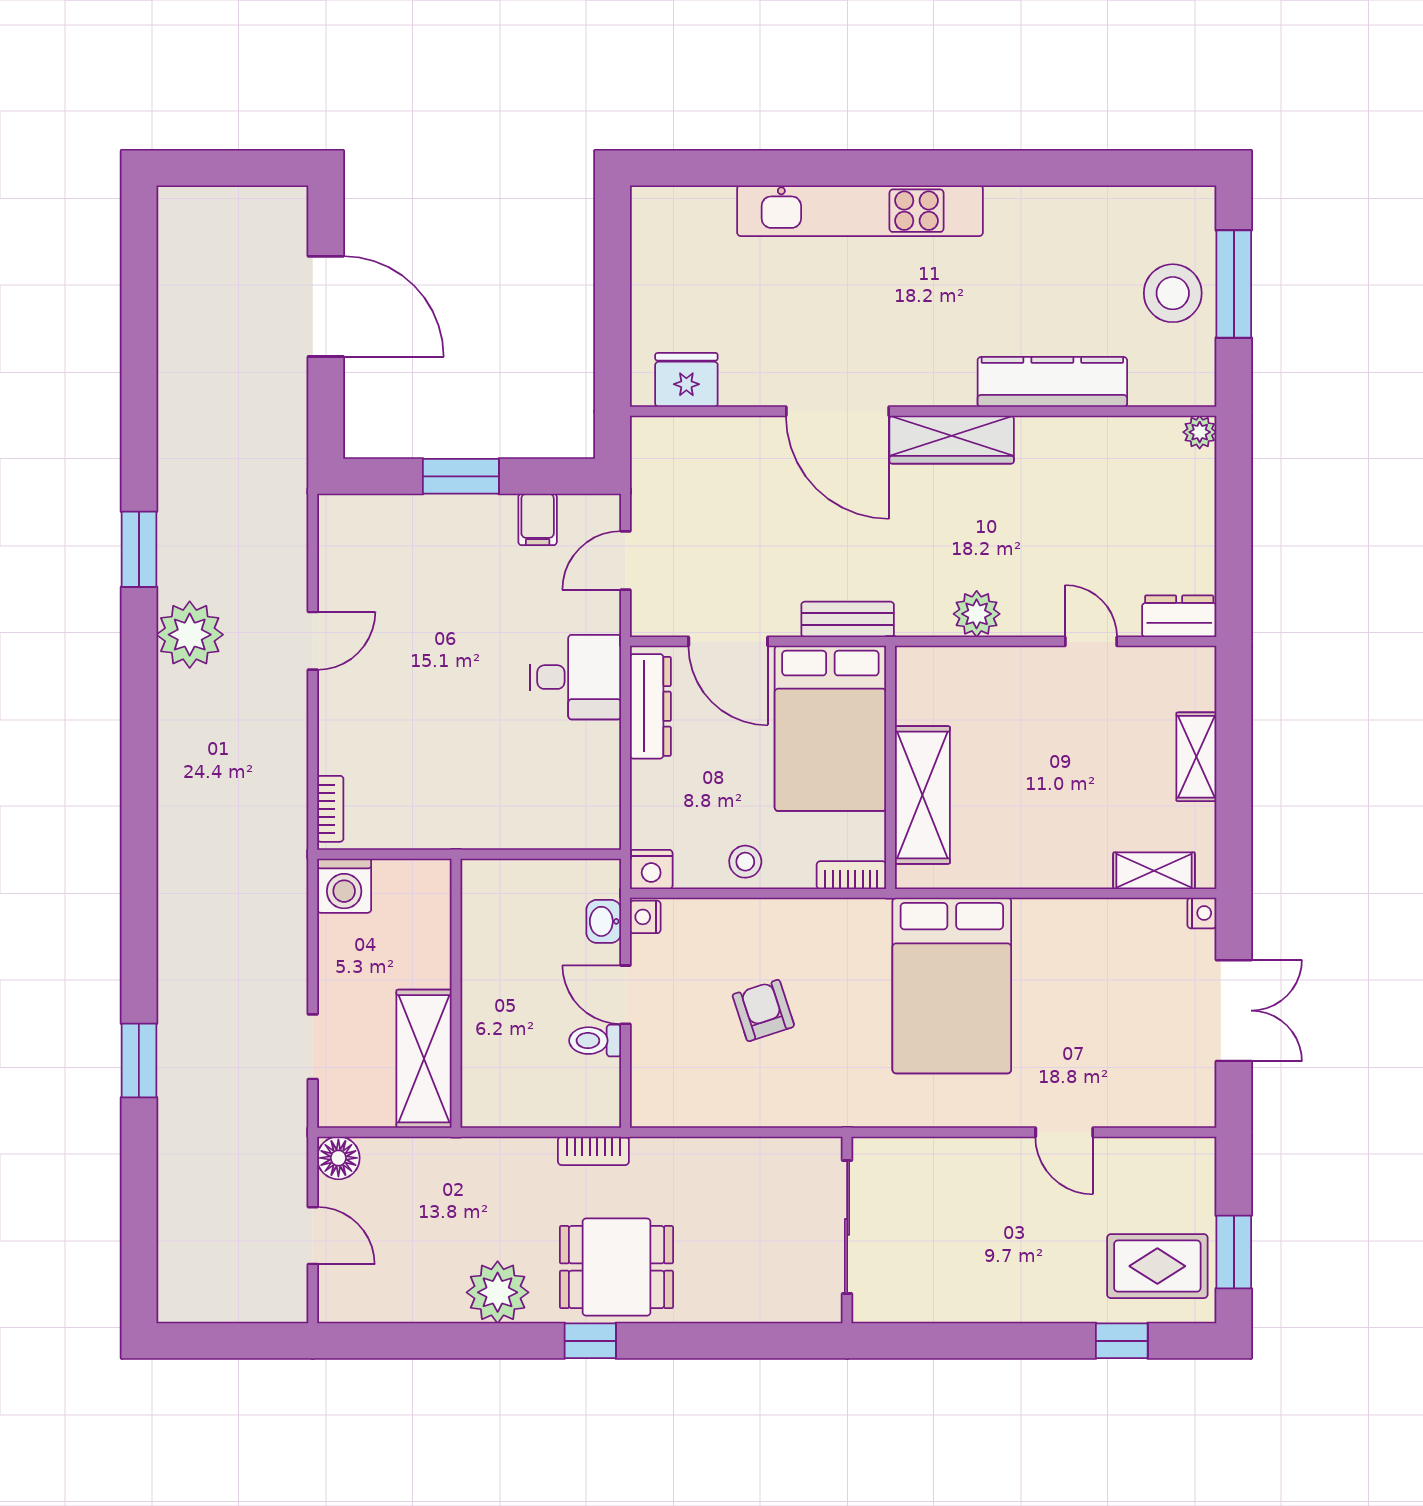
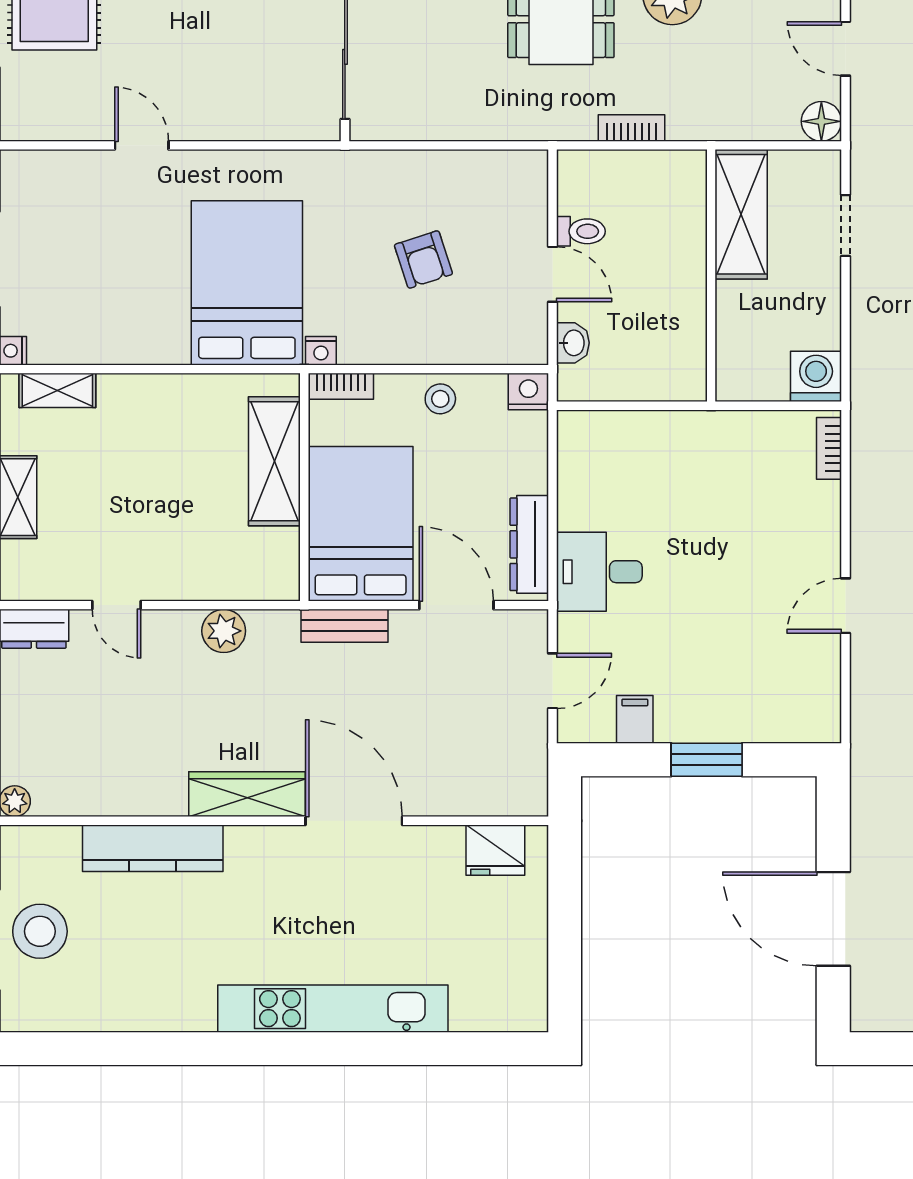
nightstand: (645, 917) -> (321, 351), moved, turned 90
bookcase: (593, 1151) -> (631, 128), moved

